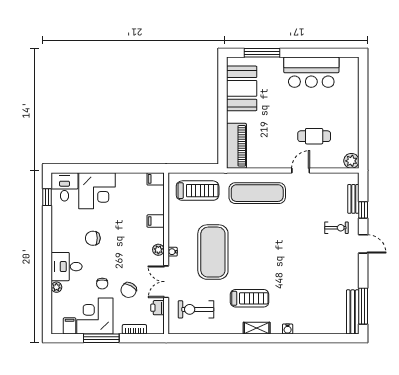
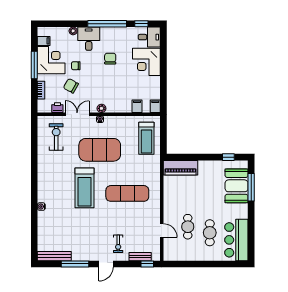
bar counter: (311, 72) -> (236, 240), moved
window: (222, 83) -> (228, 157), added
booth: (242, 88) -> (237, 186), moved, turned 90
cafe table: (322, 107) -> (210, 233), added
plant: (351, 161) -> (169, 255), removed
door: (301, 170) -> (162, 230), moved
exercise mat: (257, 193) -> (127, 193), moved, turned 90
window: (363, 210) -> (147, 264), moved
filing cabinet: (156, 221) -> (137, 106), moved
window: (47, 242) -> (107, 24), added
treadmill: (250, 298) -> (84, 188), moved, width x1.37, depth x1.38
window: (363, 306) -> (75, 264), moved
shelving: (257, 328) -> (42, 183), removed

